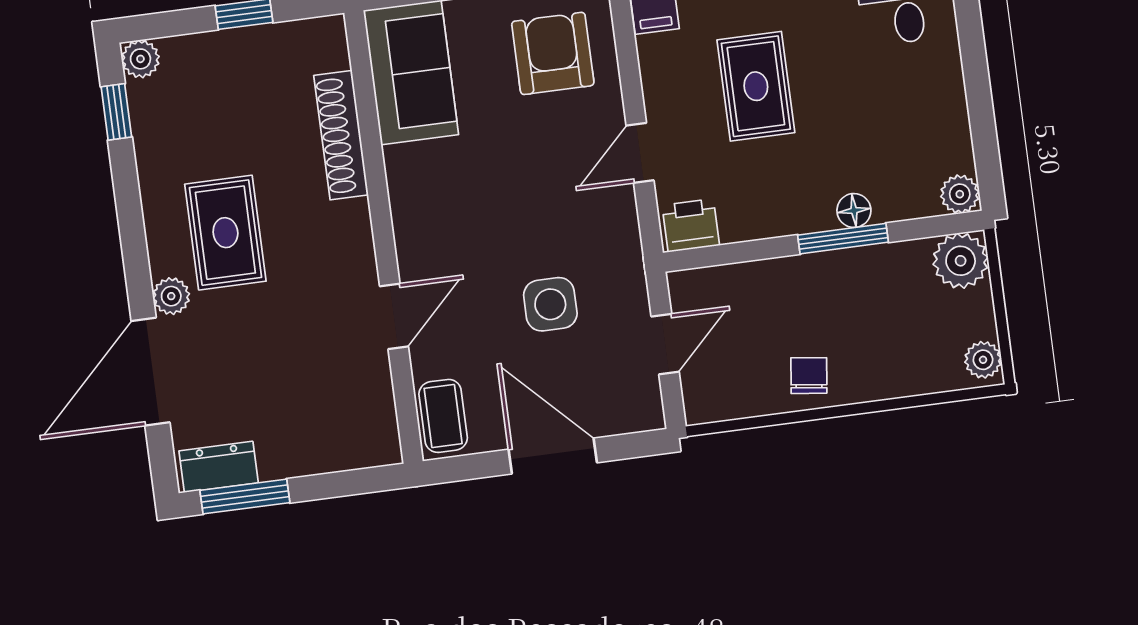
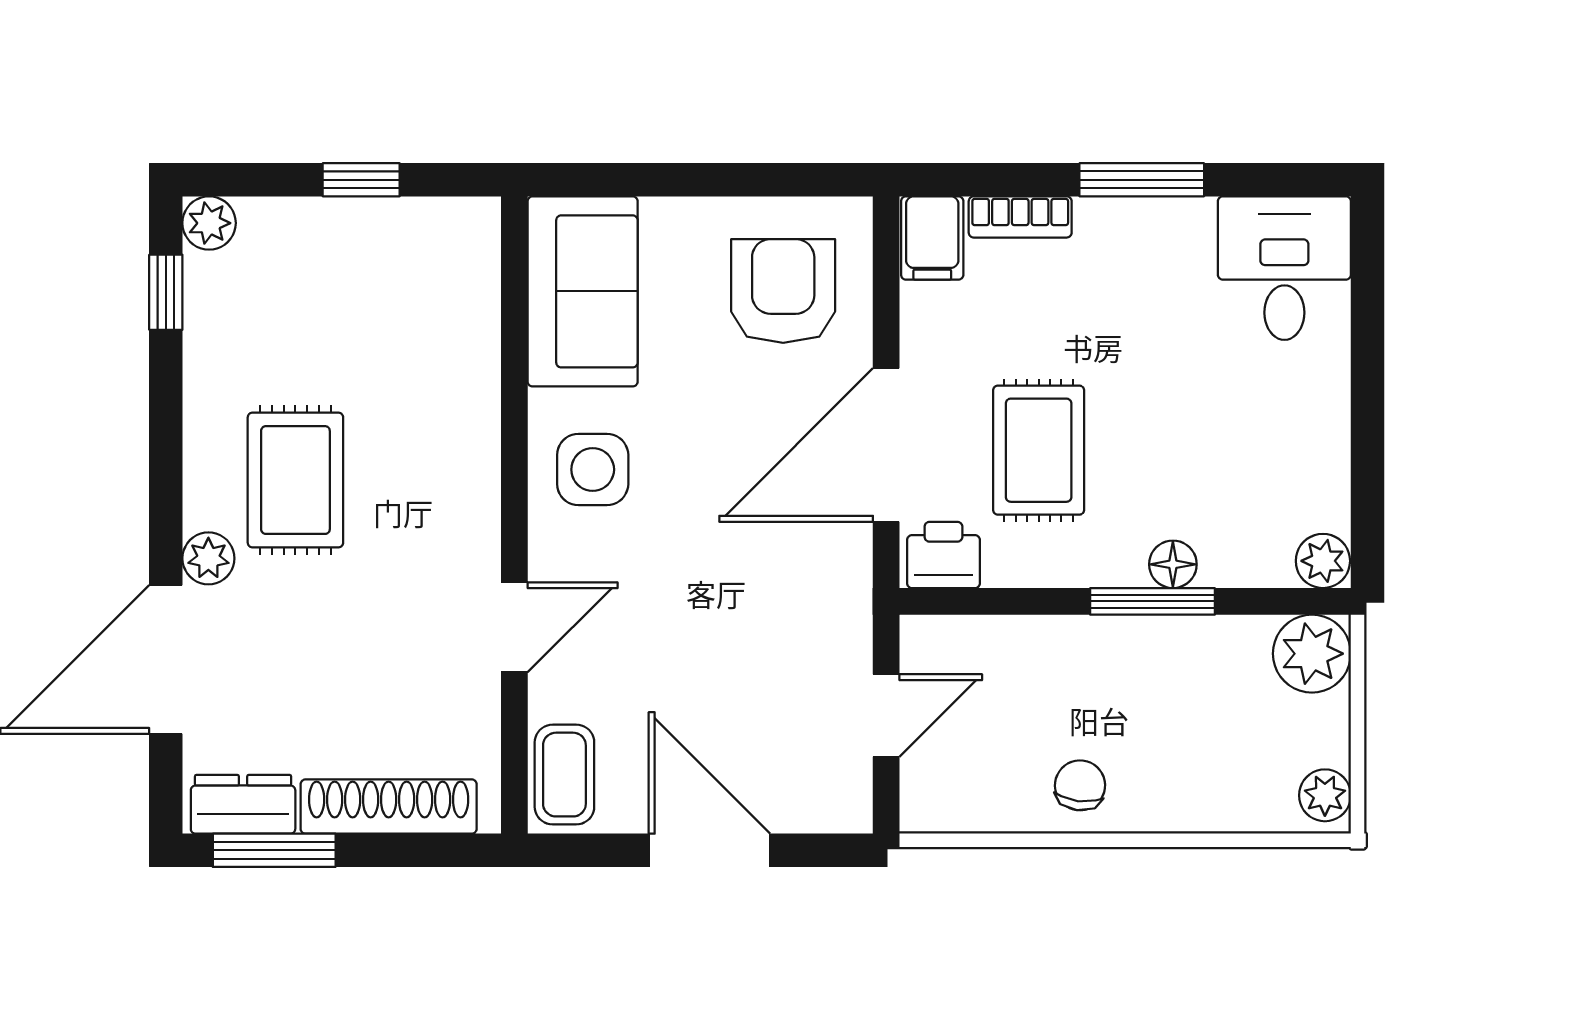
rug: (756, 86) -> (1039, 450), moved
shoe rack: (341, 135) -> (389, 807), moved, turned 90
door: (640, 153) -> (886, 445), width x1.88
side table: (550, 304) -> (593, 470), moved

